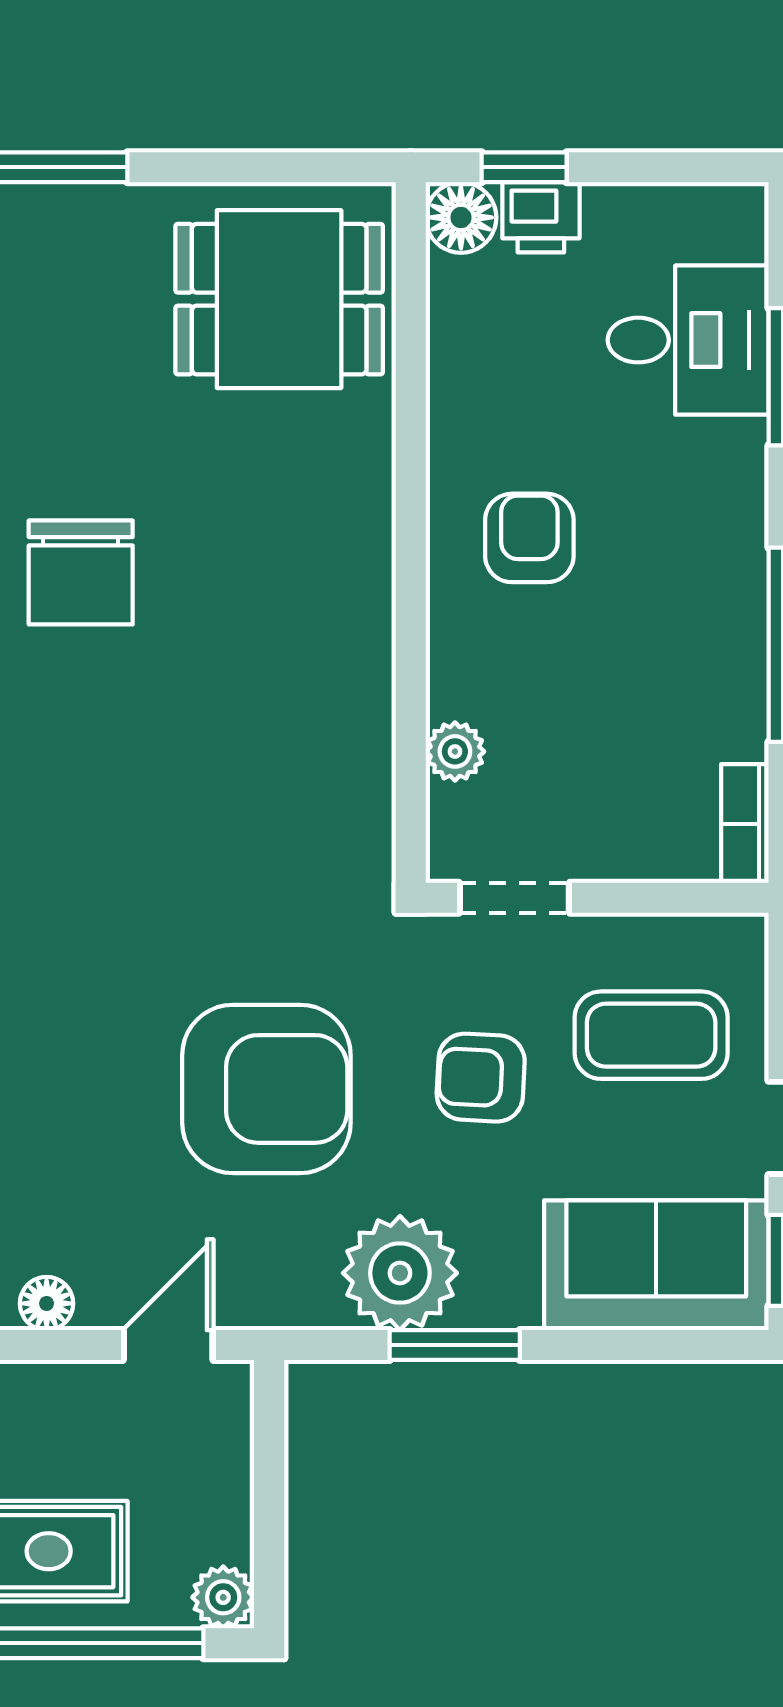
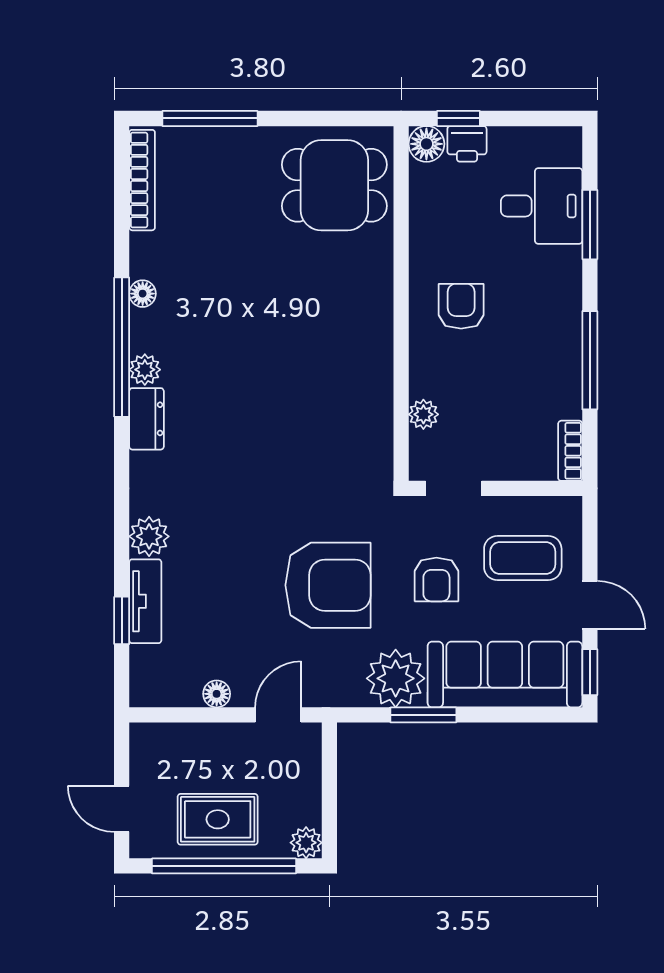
chair: (81, 572) -> (234, 324), removed
armchair: (481, 1078) -> (436, 579), turned -93
sofa: (656, 1265) -> (505, 675), width x1.36

